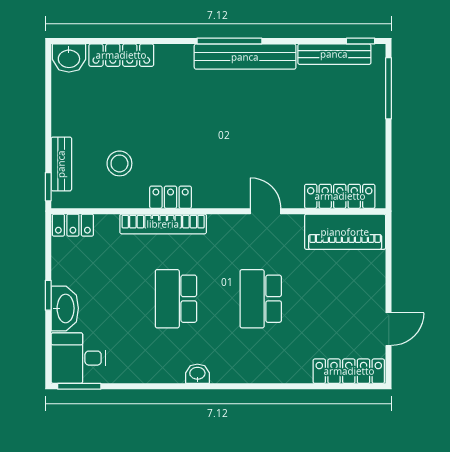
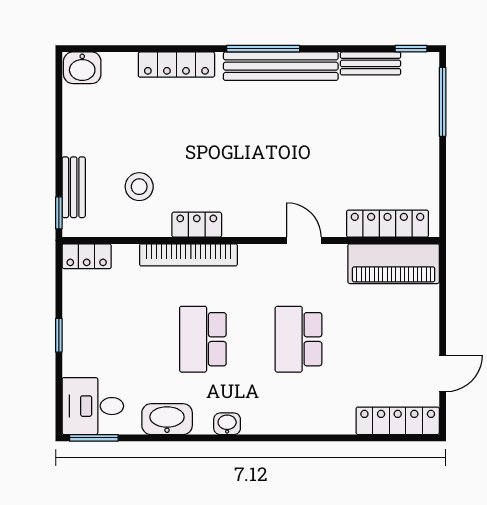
bench: (334, 54) -> (370, 63), width x0.73
locker: (121, 55) -> (176, 65), moved
washbasin: (65, 308) -> (167, 419), moved, turned -90

